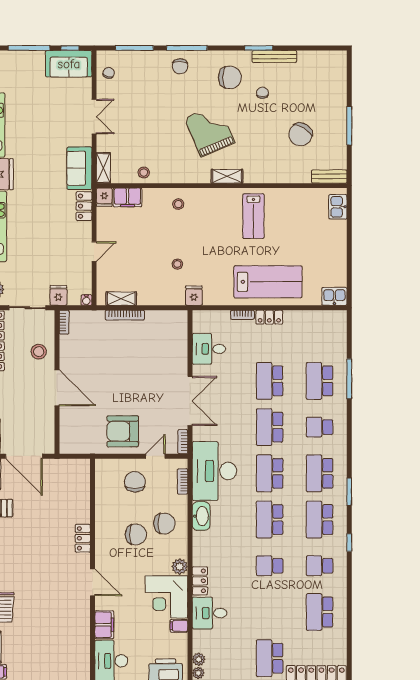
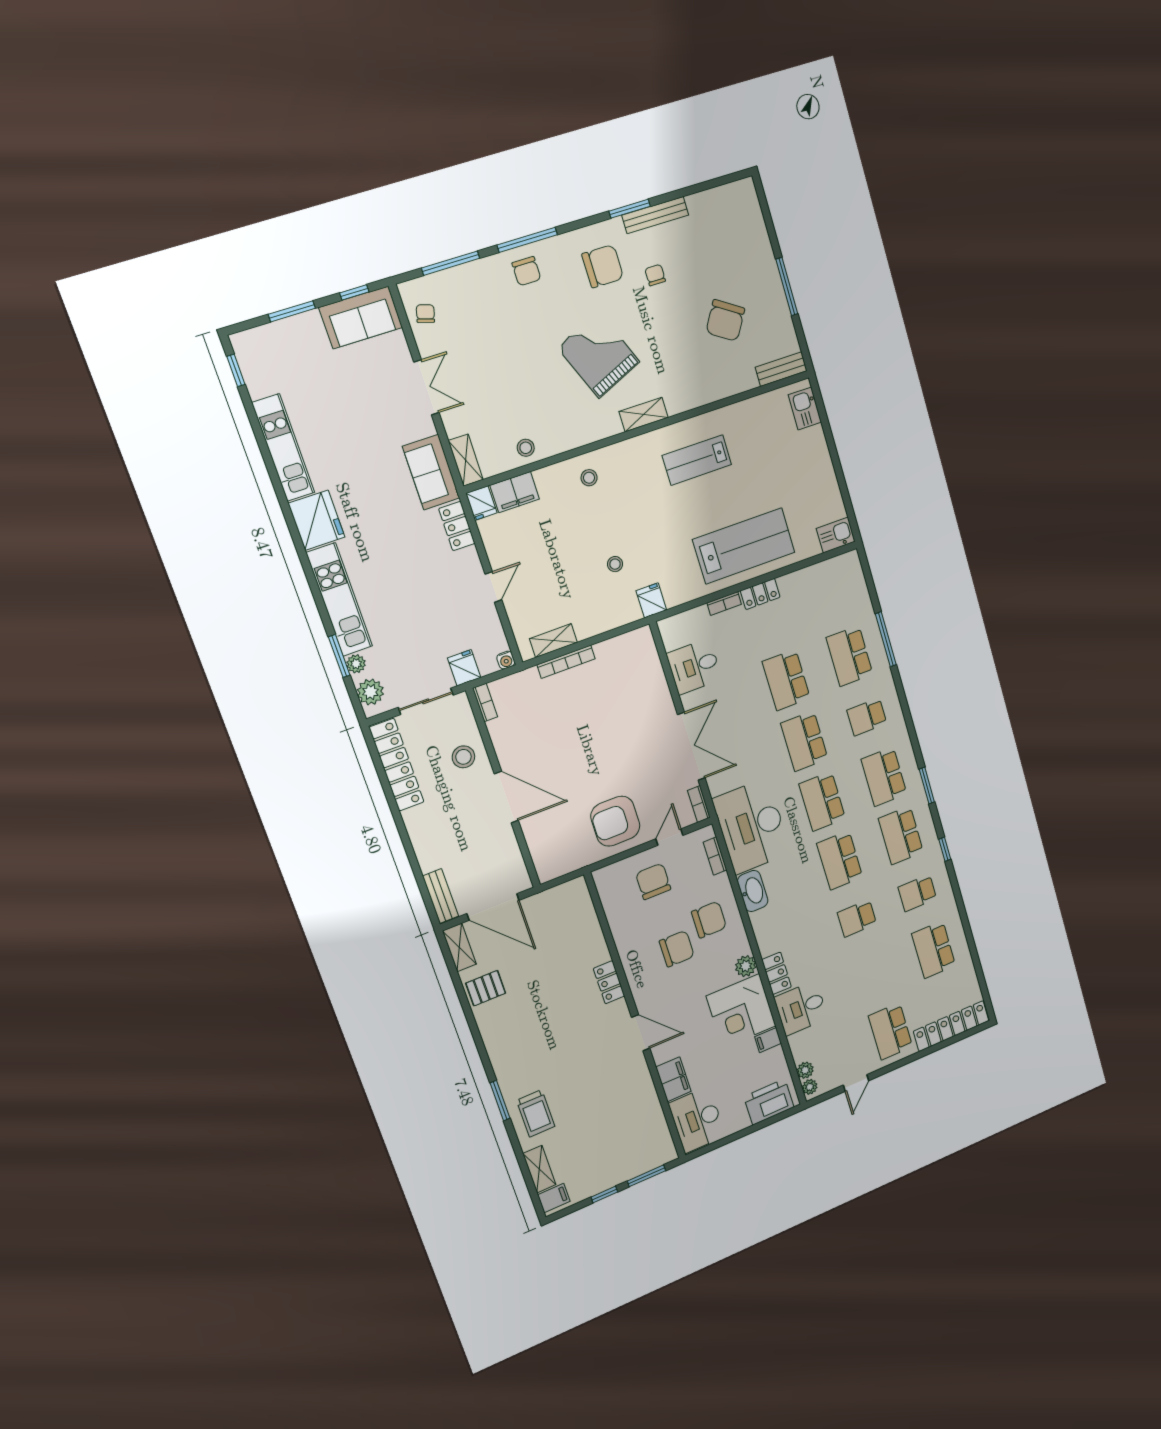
window: (29, 48) -> (292, 311), width x0.69
lab bench: (253, 216) -> (697, 460), turned 90

